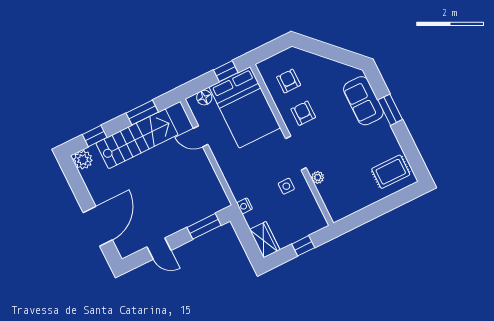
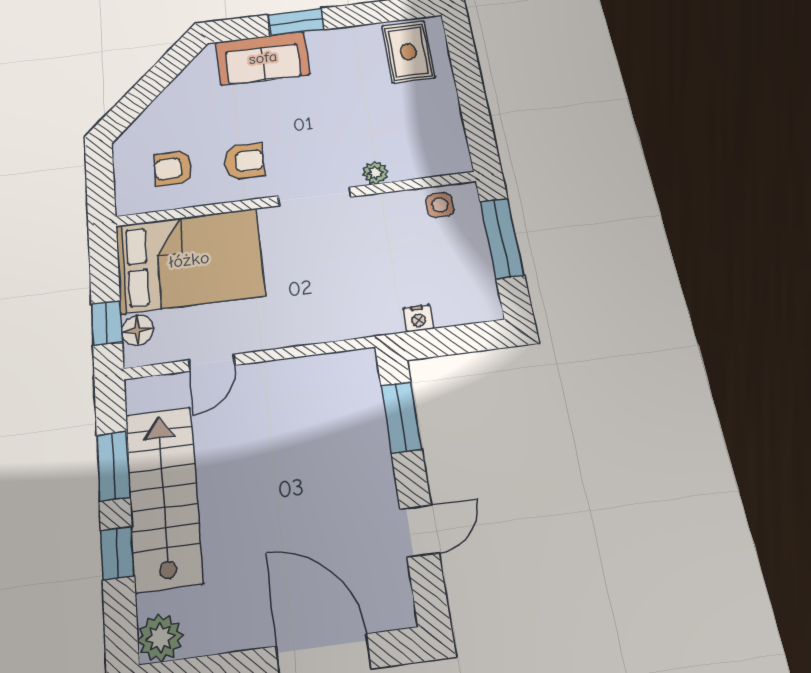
window: (226, 71) -> (107, 323), moved
armchair: (303, 113) -> (244, 161), turned 180
window: (95, 136) -> (117, 553), moved
side table: (286, 186) -> (440, 205), moved
nightstand: (244, 206) -> (418, 318), moved
wardrobe: (265, 240) -> (467, 306), removed
window: (303, 246) -> (502, 238), width x2.17

